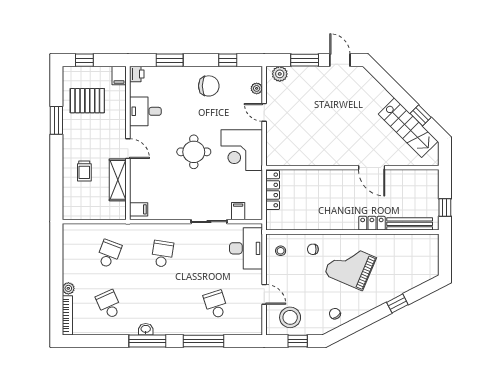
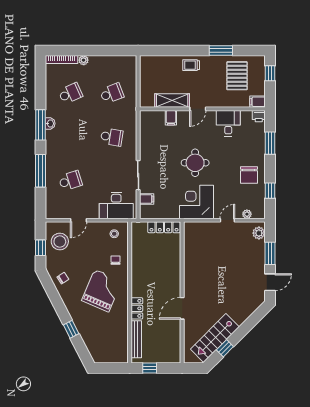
trolley: (84, 171) -> (191, 65), moved
filing cabinet: (139, 209) -> (171, 118), moved
school desk: (109, 254) -> (112, 93), turned -42

